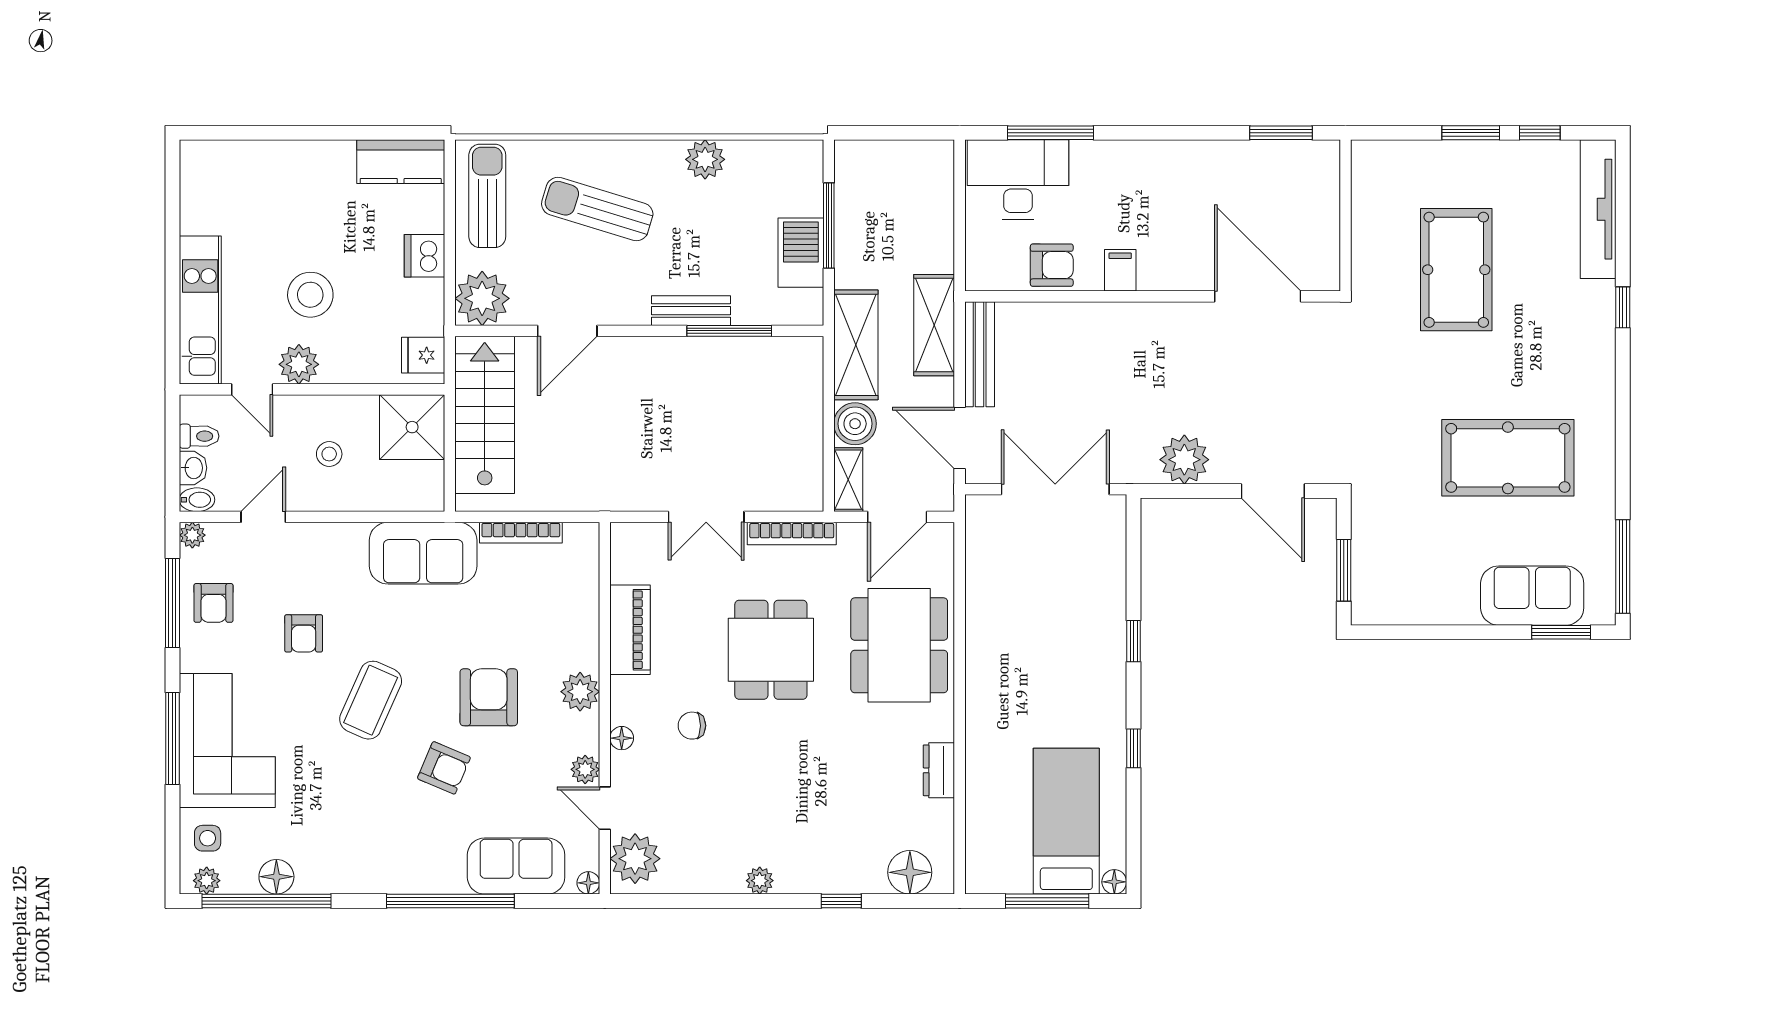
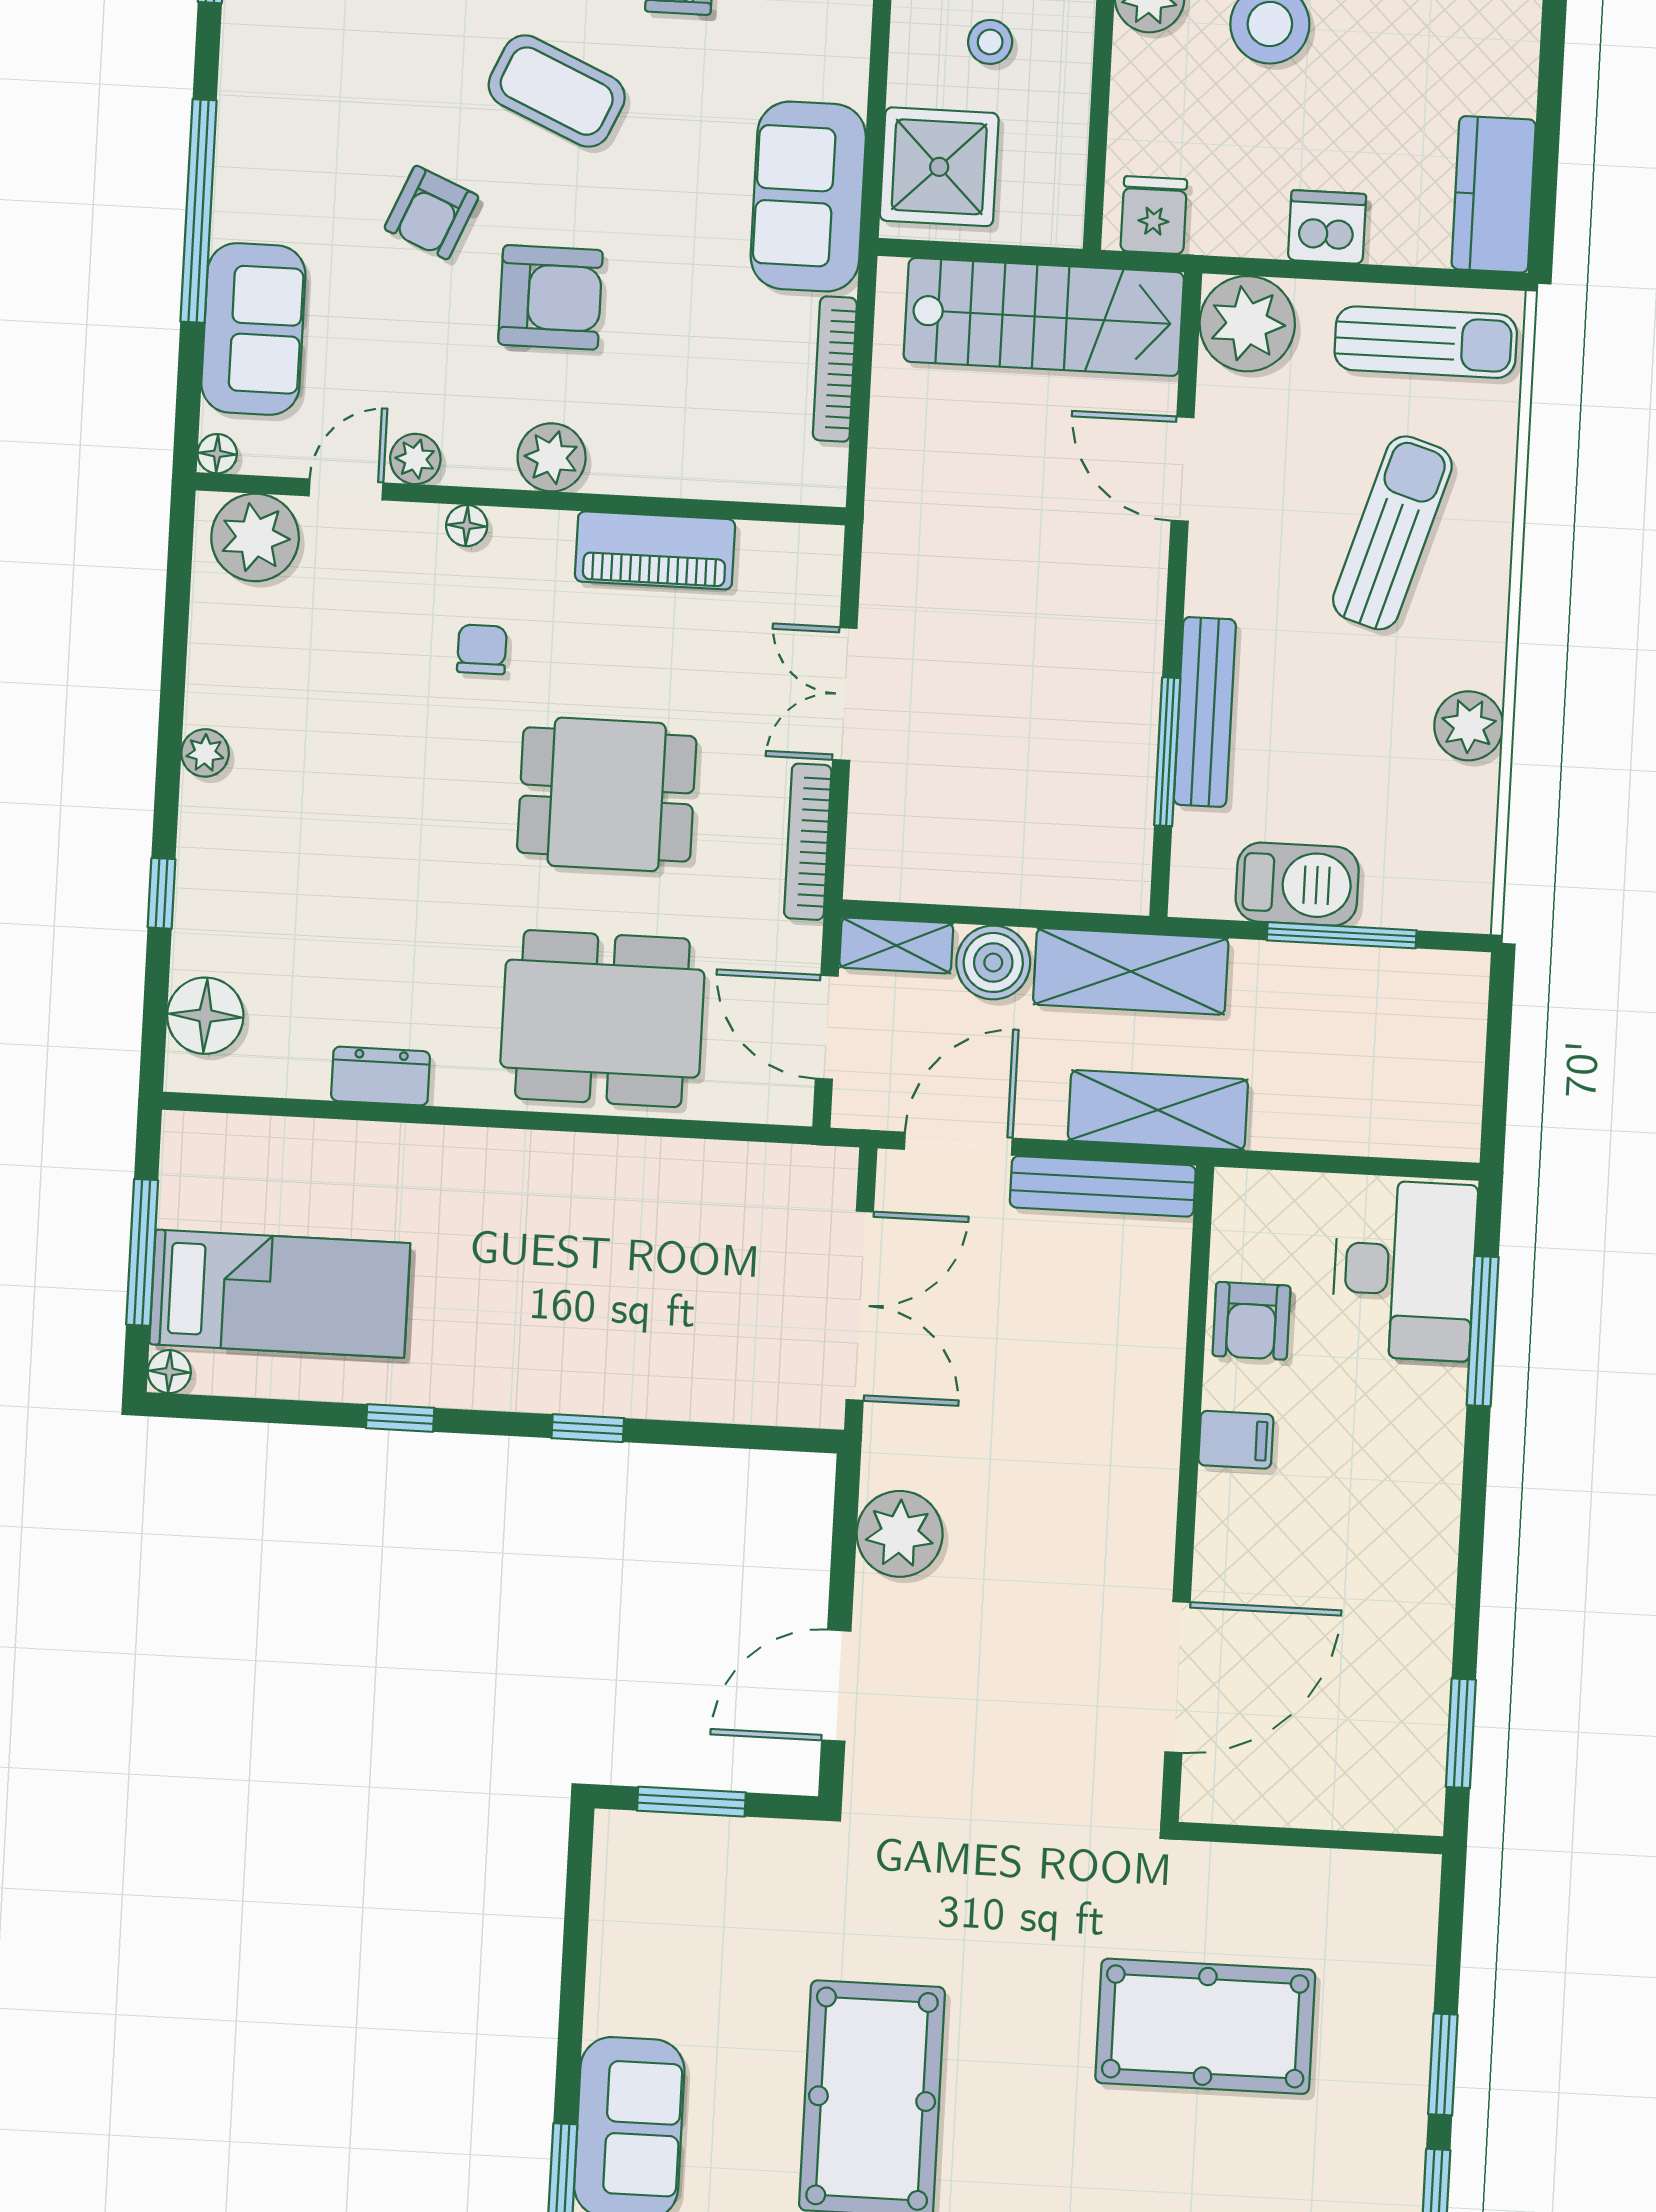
bench: (691, 311) -> (1205, 712), width x1.36
shower: (412, 427) -> (939, 167), moved

